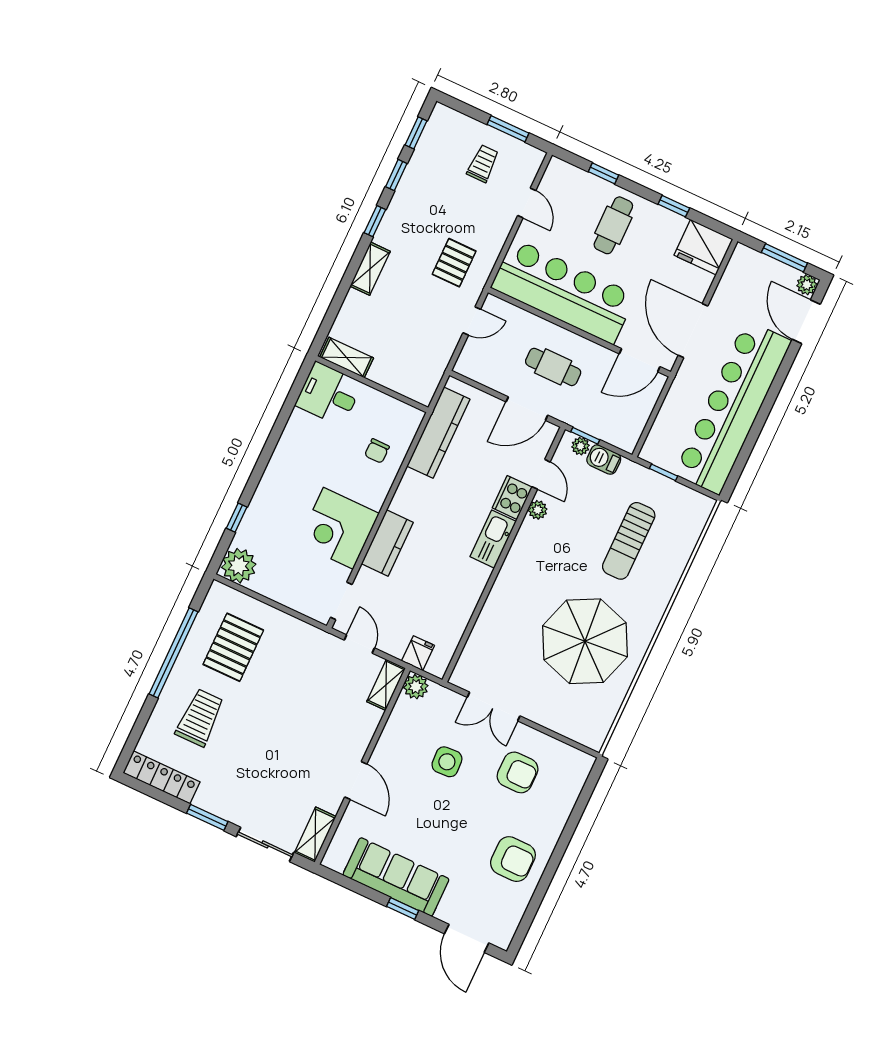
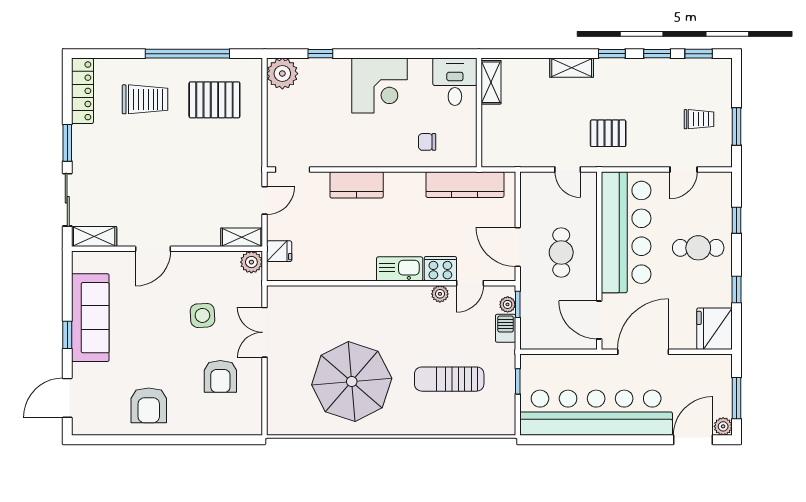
corner desk: (338, 528) -> (380, 85), moved, turned 180

